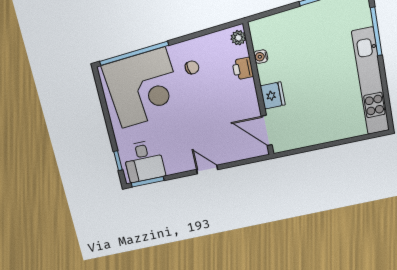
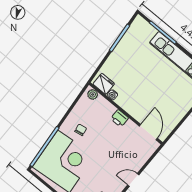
printer: (243, 68) -> (119, 118), moved
fridge: (273, 95) -> (104, 84), moved
door: (267, 130) -> (148, 132), swing flipped

